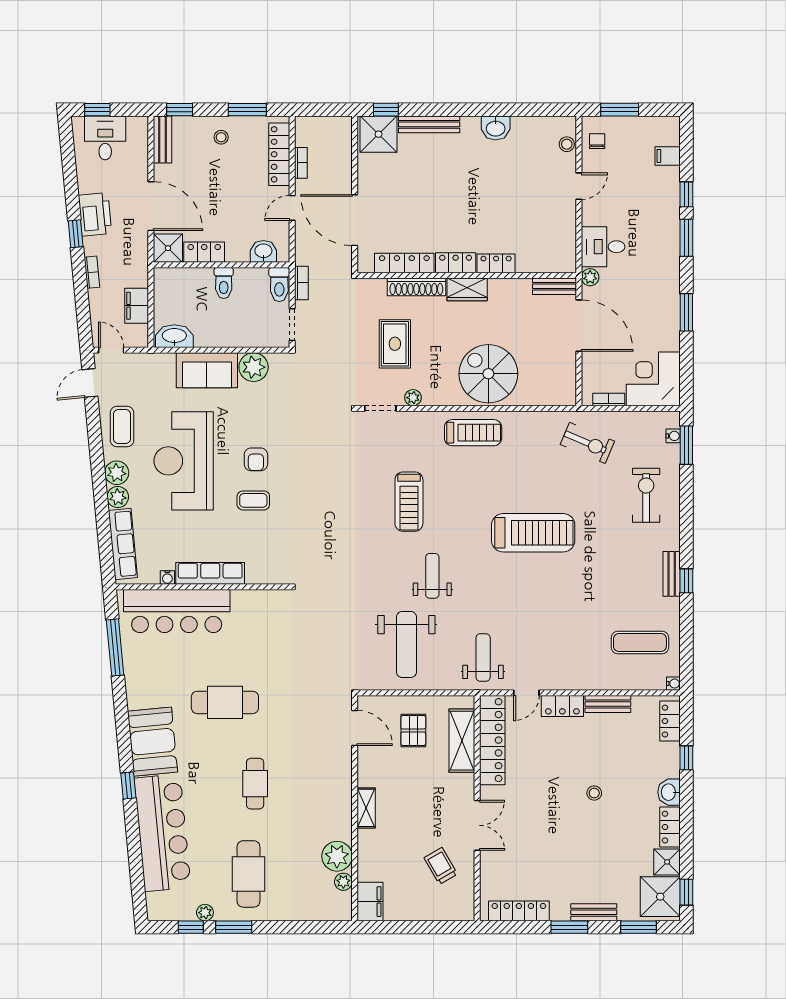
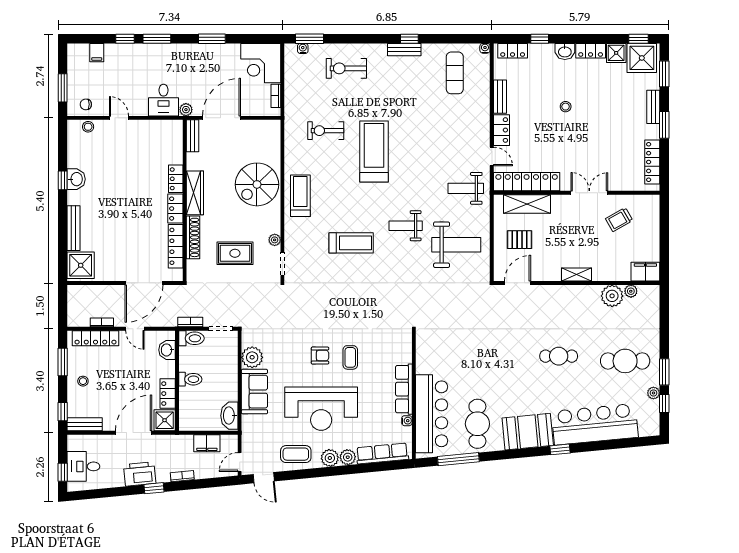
window: (386, 110) -> (63, 180), moved
wardrobe: (467, 289) -> (195, 193), width x1.50
exercise bike: (587, 443) -> (326, 131), moved, turned -113
cafe table: (225, 702) -> (477, 424), moved

